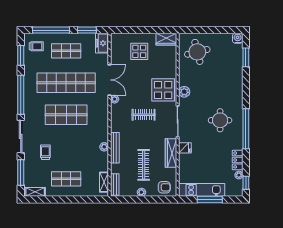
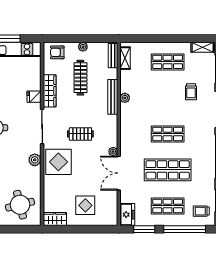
shop shelf: (66, 83) -> (168, 170), width x0.71
shop shelf: (66, 115) -> (168, 134), width x0.70, depth x0.74

